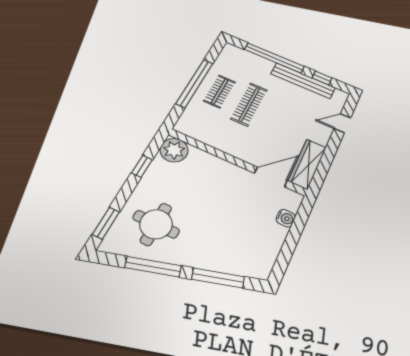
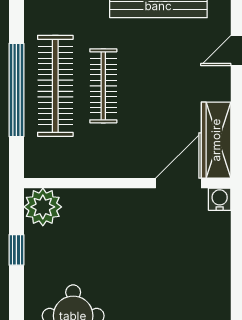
clothes rail: (220, 91) -> (55, 86), width x1.86, depth x1.31
water cooler: (286, 218) -> (220, 199), moved, turned -90

